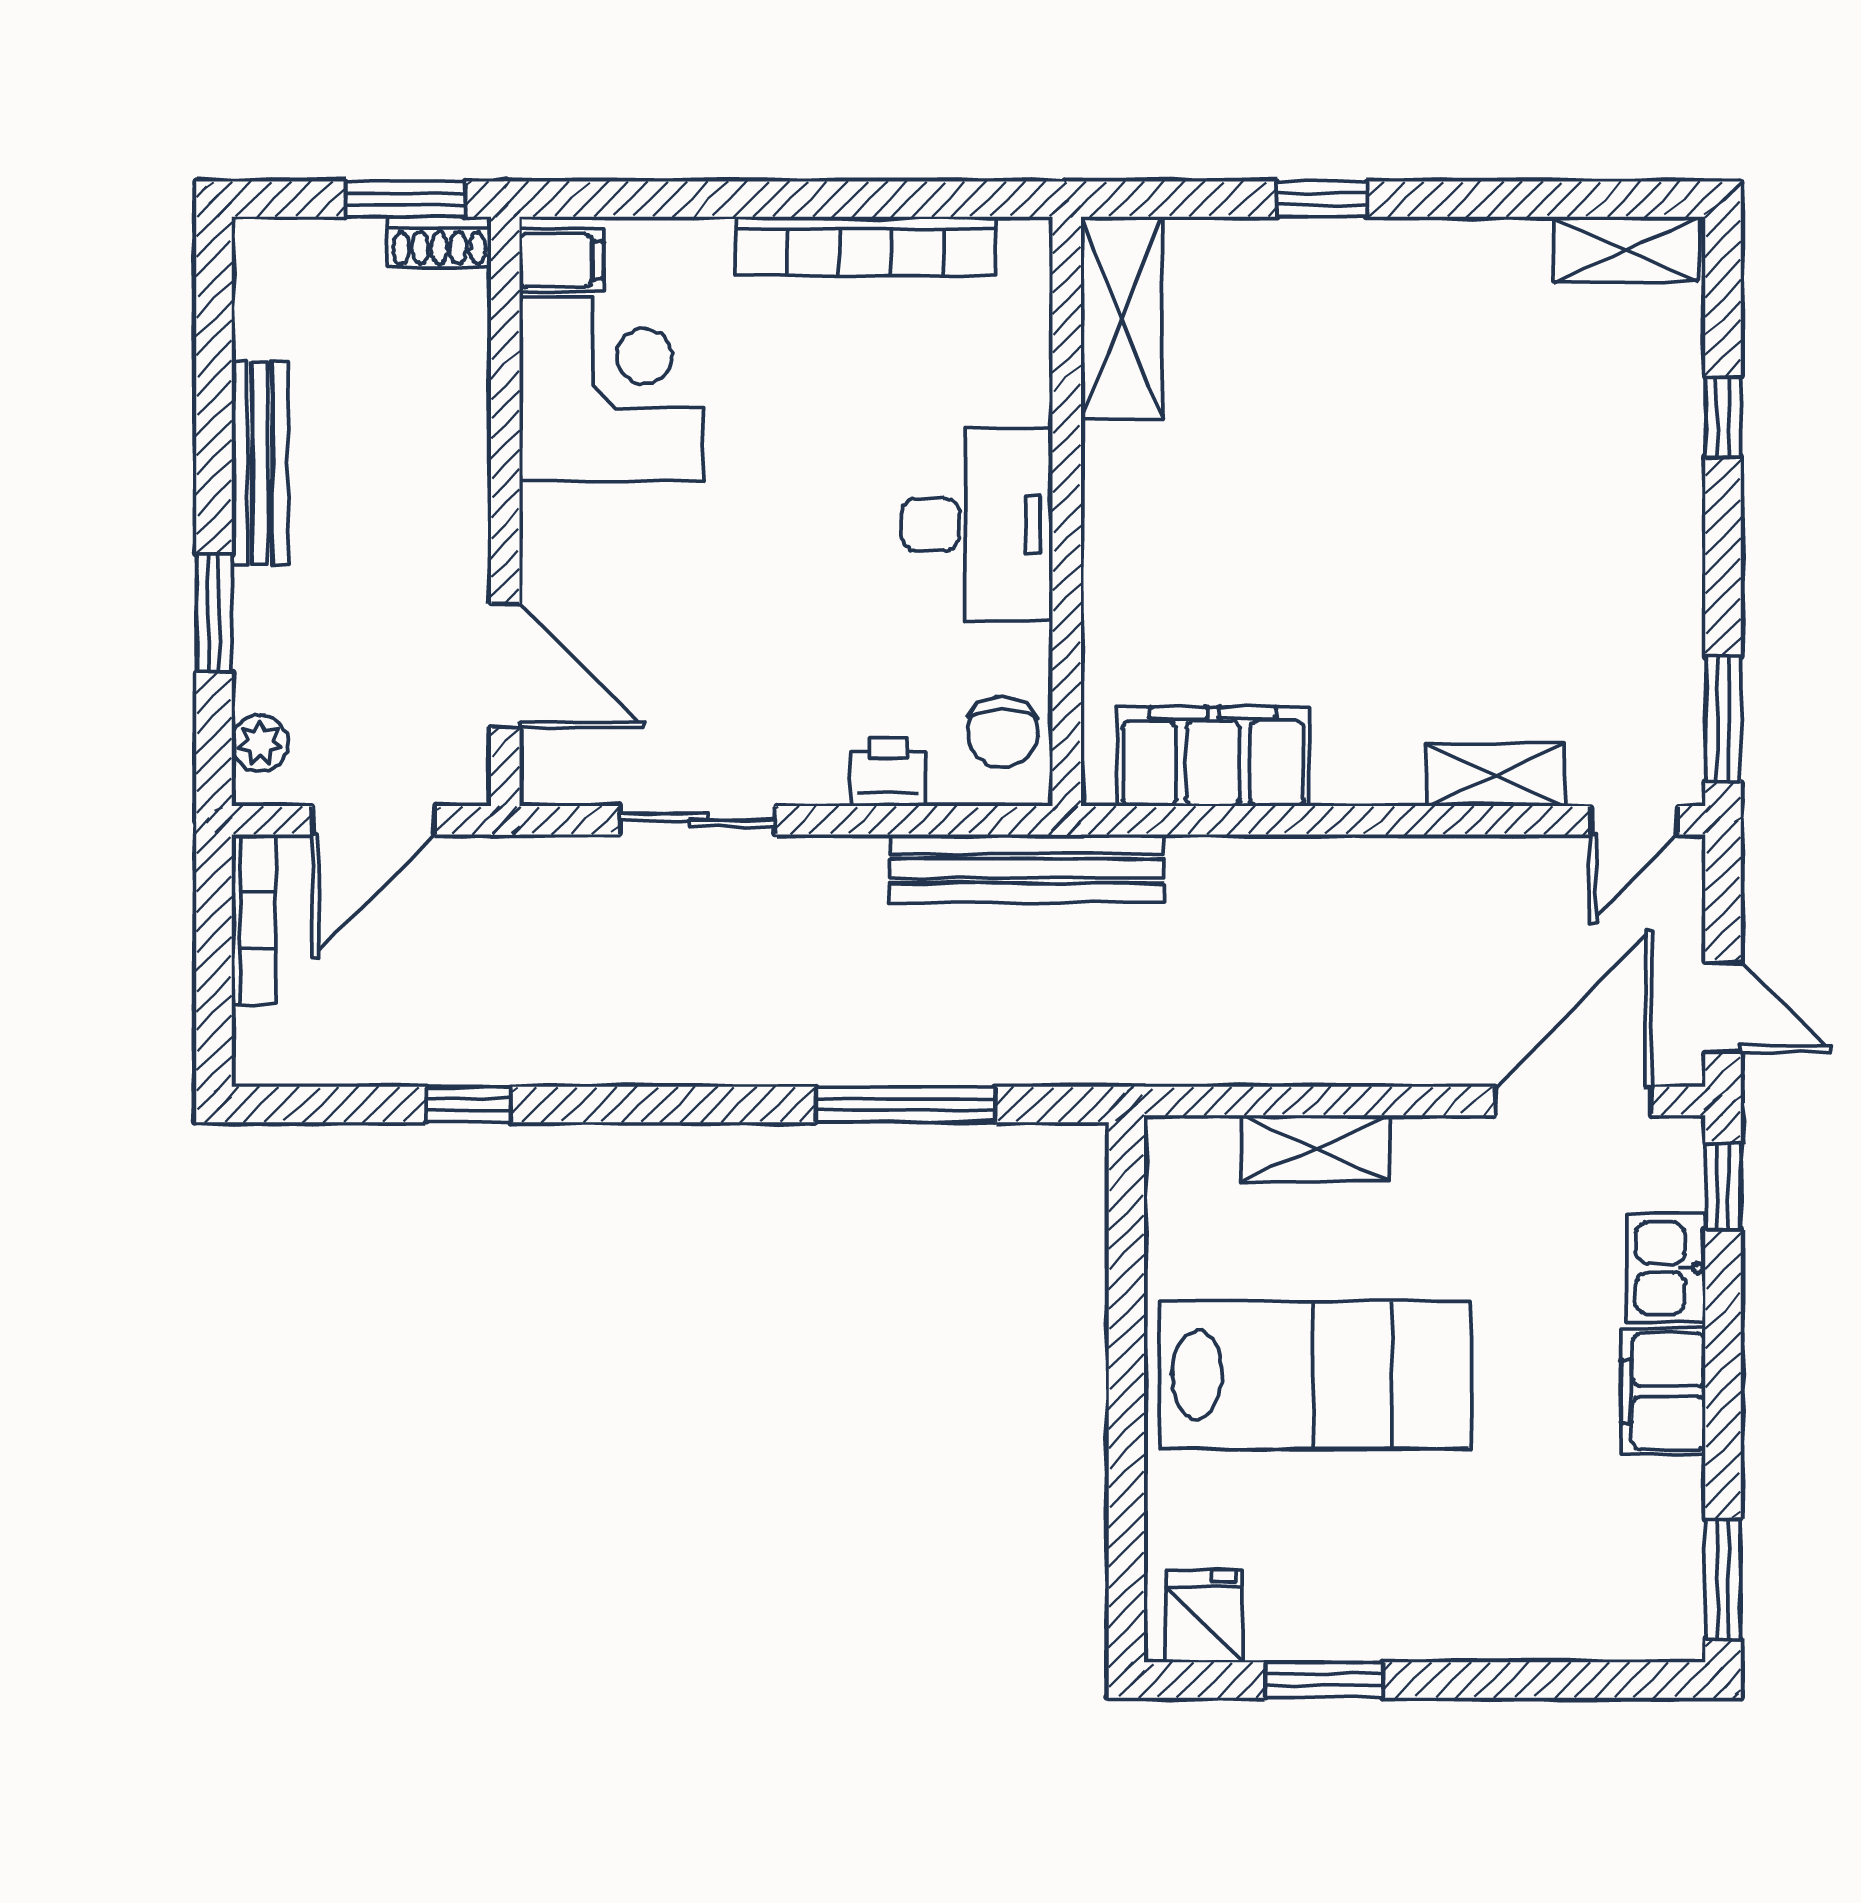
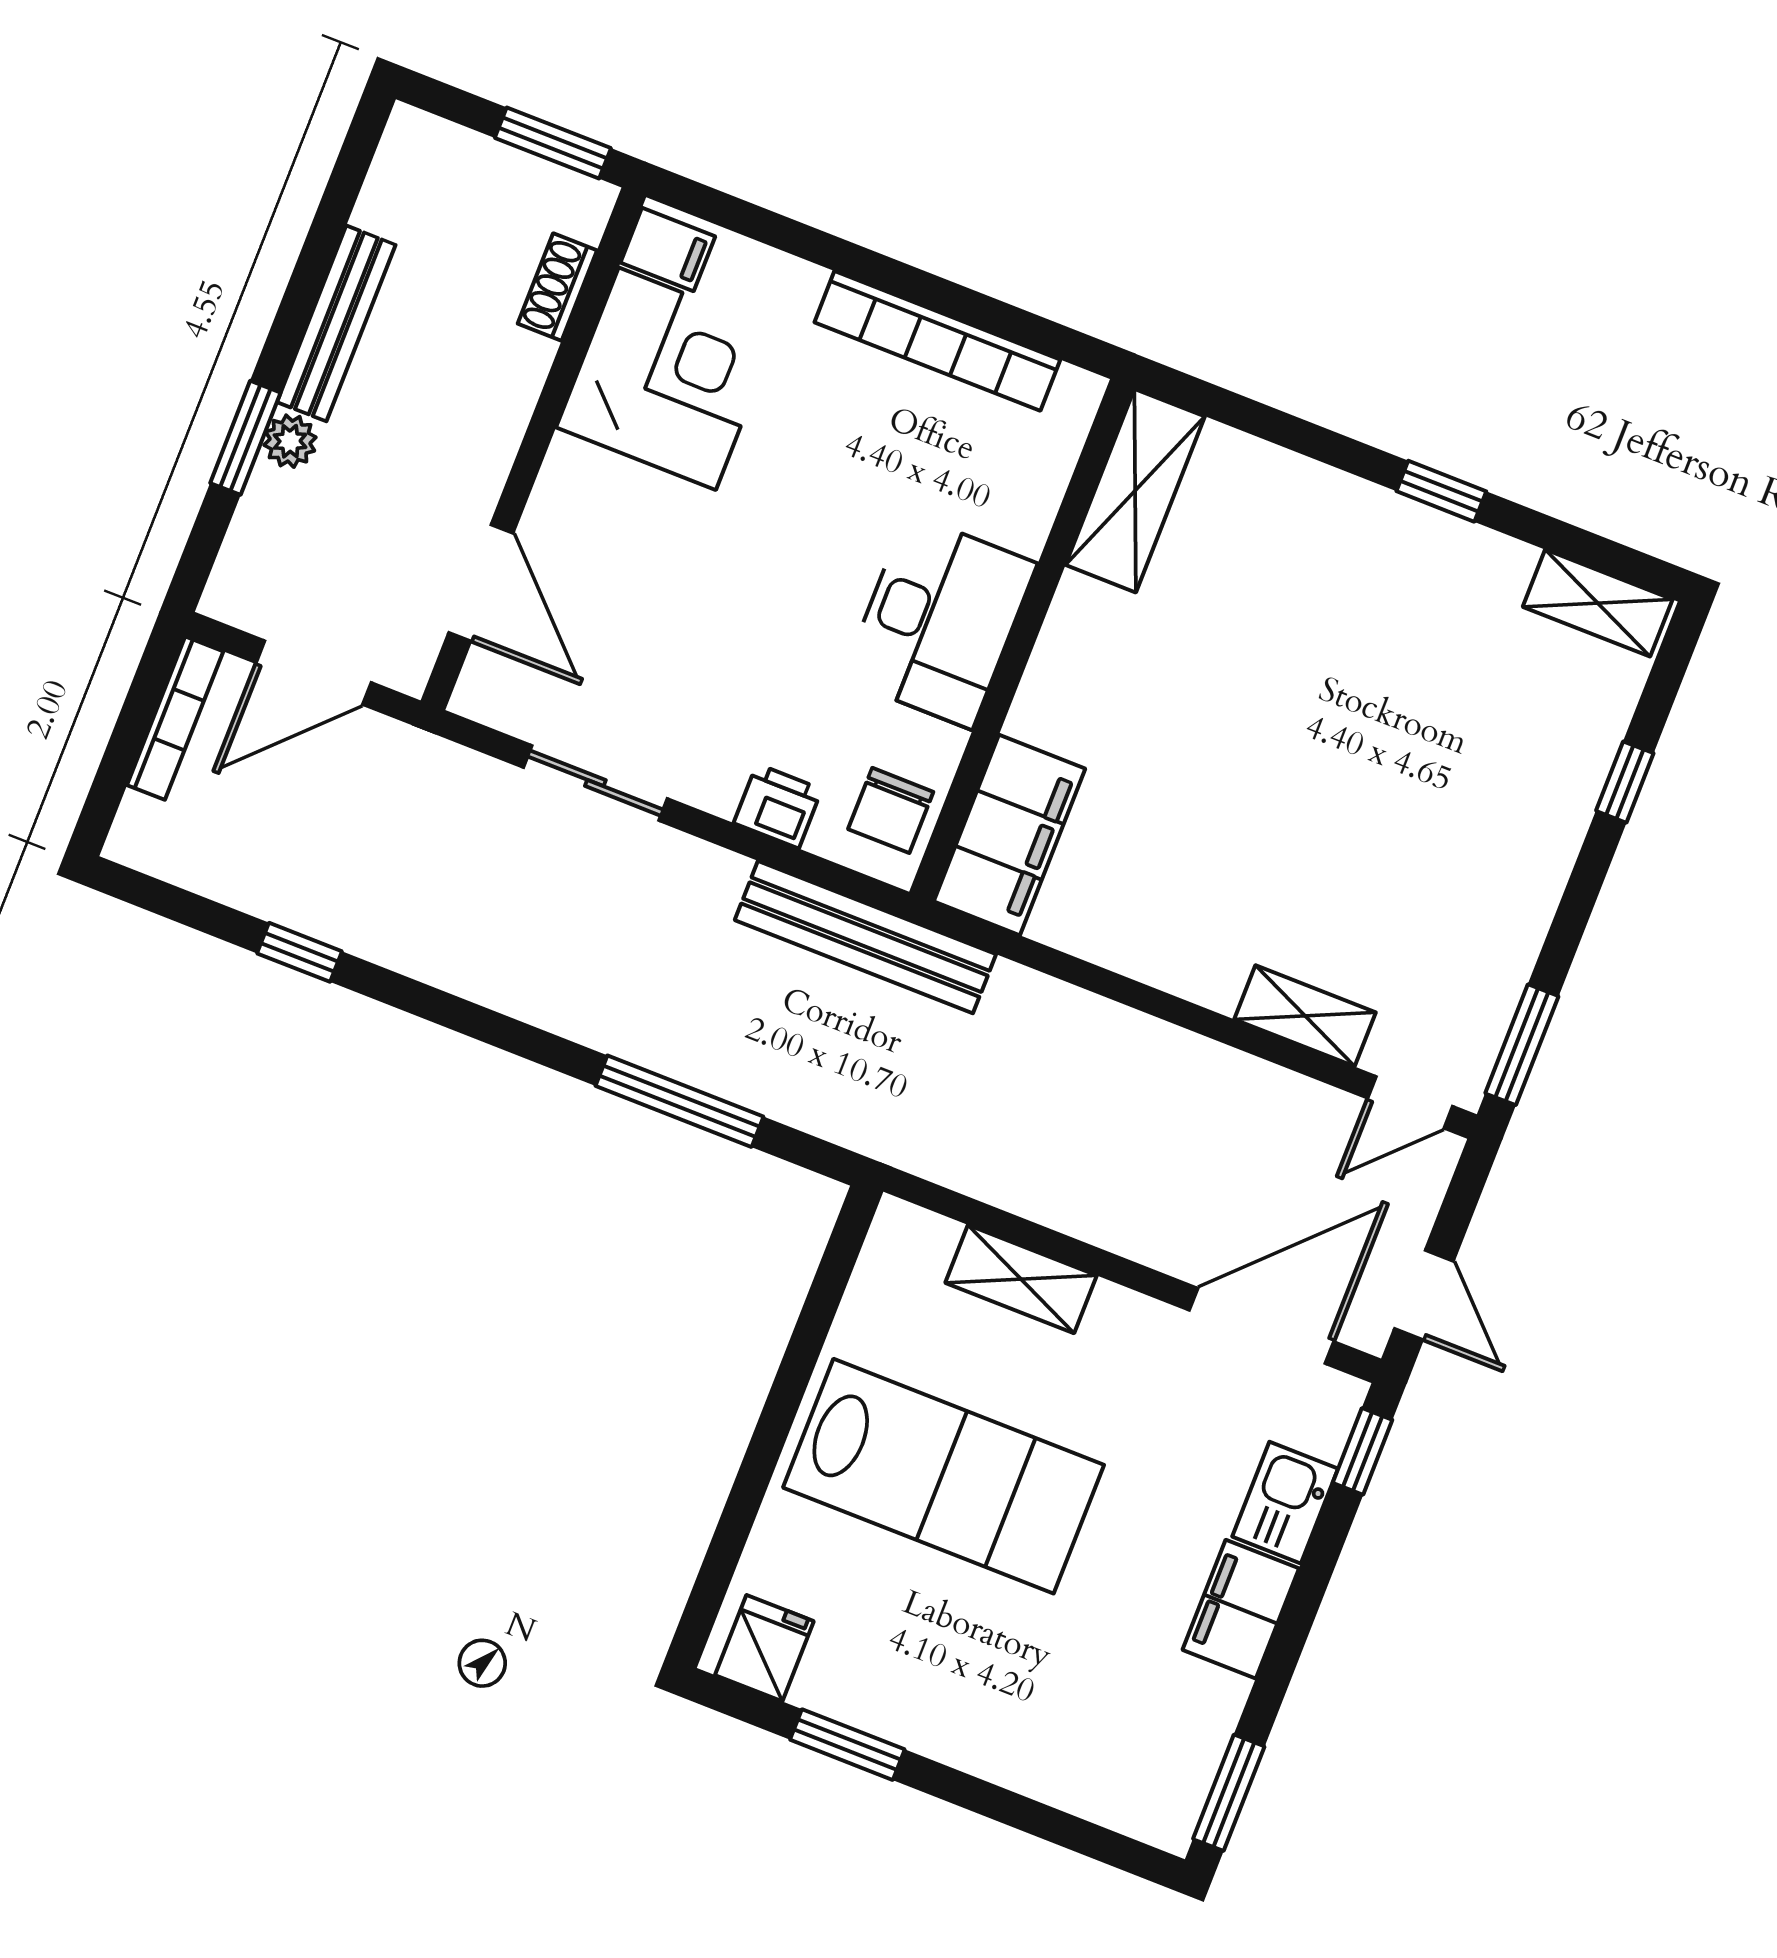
window: (1322, 199) -> (1441, 491), moved
shoe rack: (439, 242) -> (557, 287), moved, turned 90
plant: (260, 743) -> (290, 441), moved
filing cabinet: (1213, 757) -> (1009, 835), moved, turned 90

